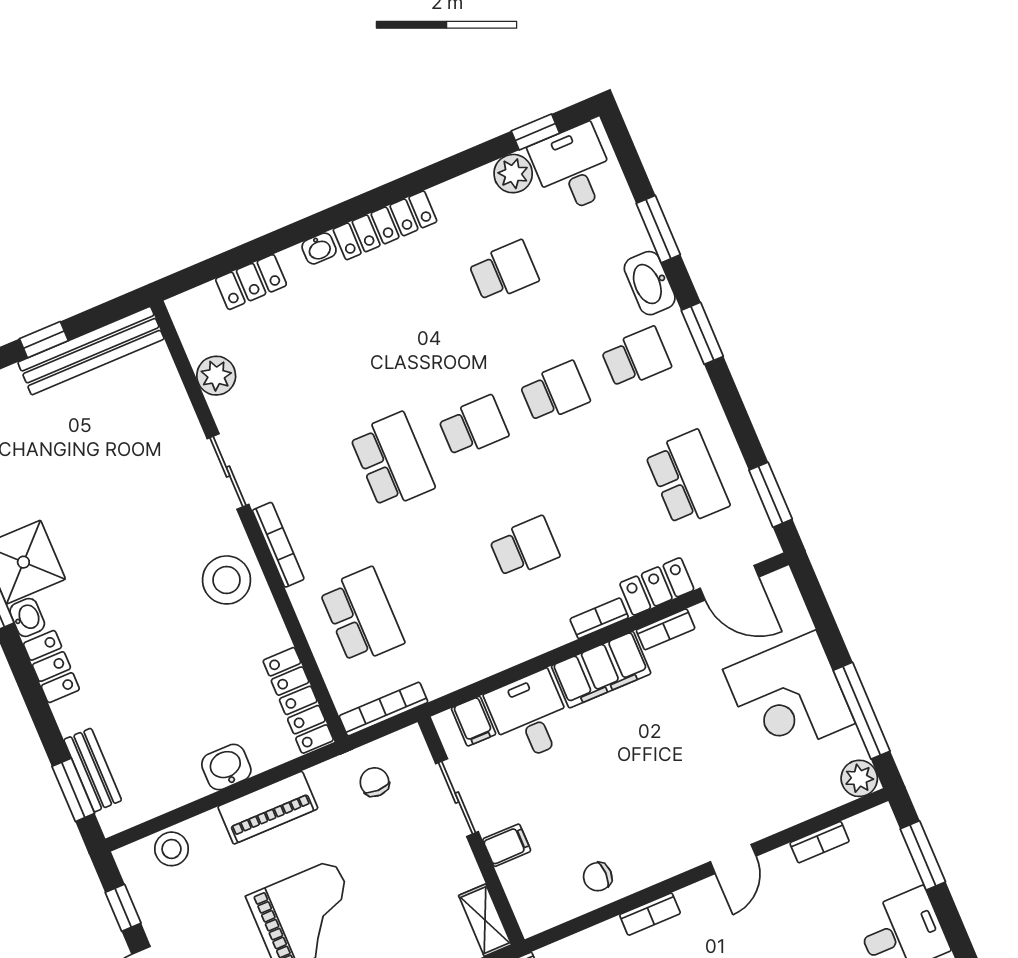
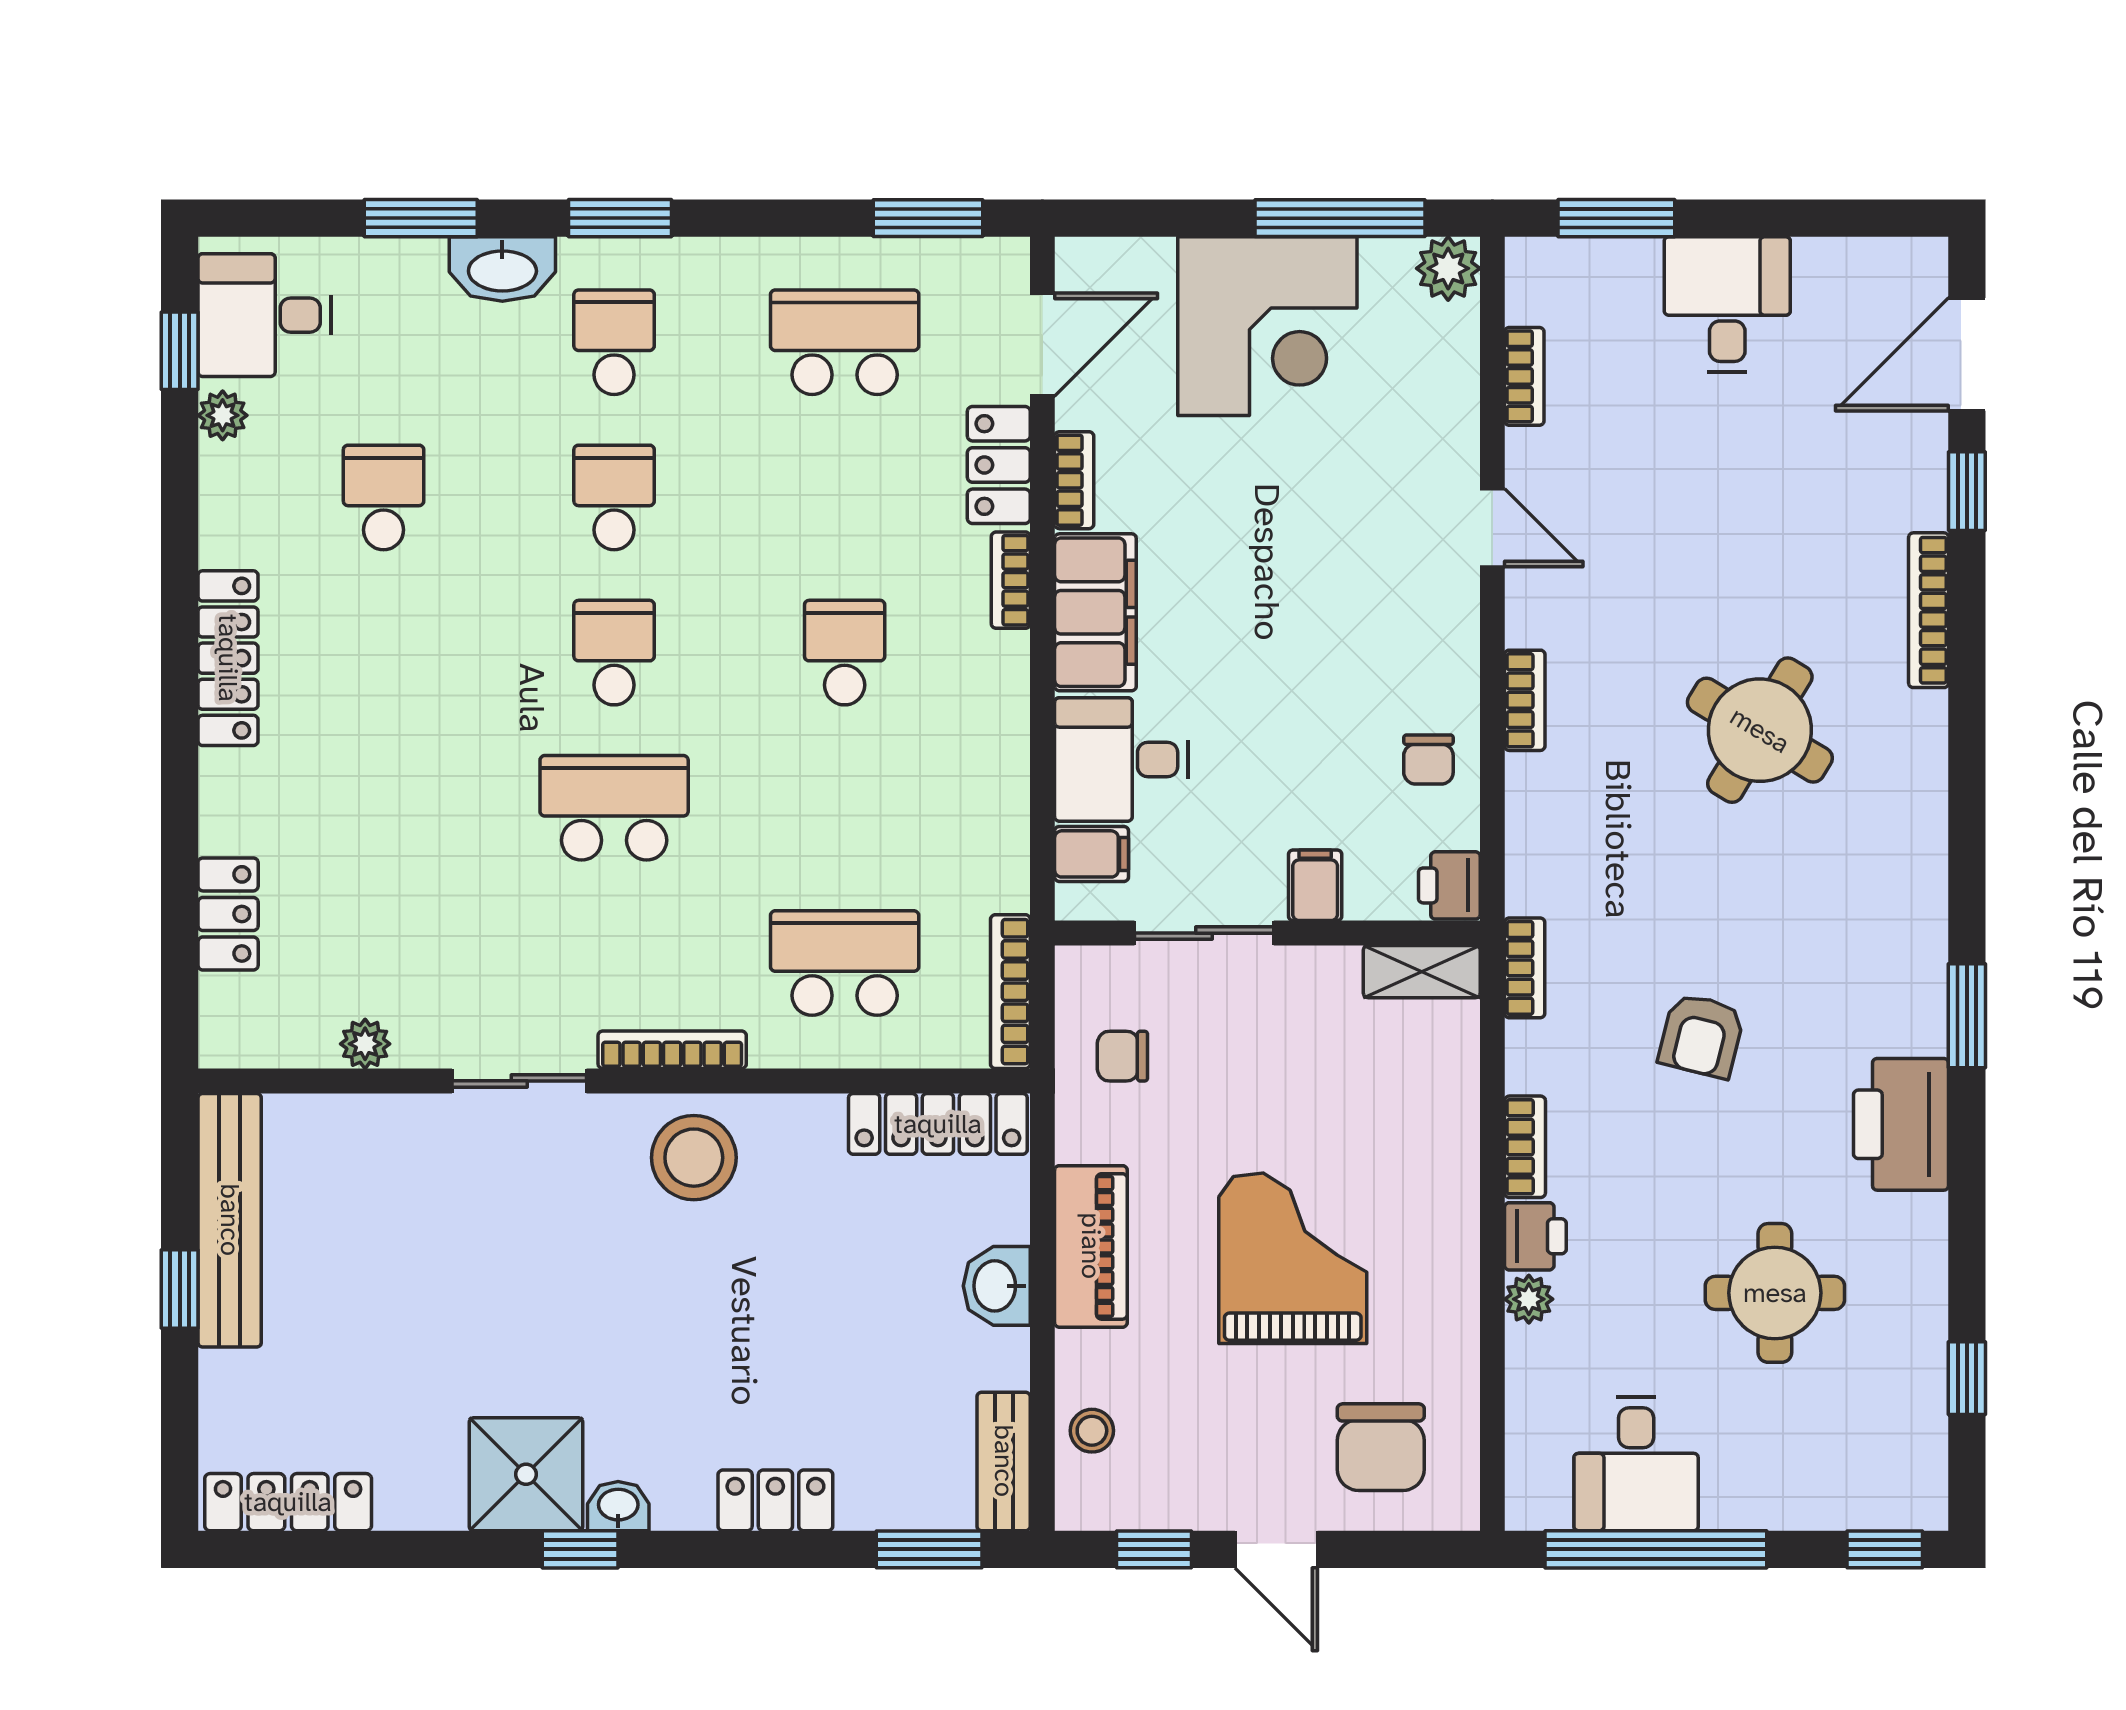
plant: (513, 174) -> (223, 415), width x0.73, depth x0.73
washbasin: (319, 248) -> (220, 781), removed
plant: (216, 376) -> (365, 1044), width x0.73, depth x0.73
locker: (51, 667) -> (775, 1500), moved
bench: (93, 770) -> (1004, 1461), moved, turned 90
stool: (172, 849) -> (1092, 1431), width x0.73, depth x0.73
printer: (536, 915) -> (1449, 885), added

